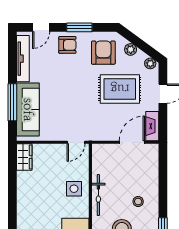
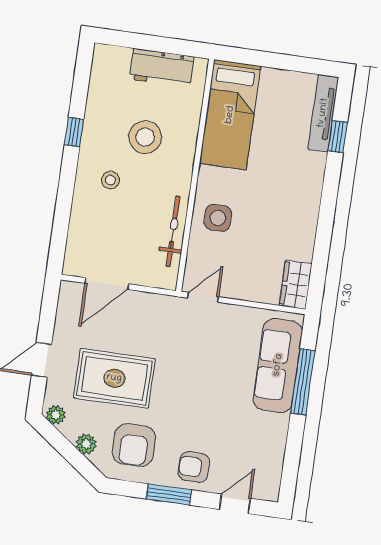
tv unit: (23, 59) -> (274, 455), removed
fireplace: (152, 126) -> (68, 307), removed
bicycle: (98, 195) -> (173, 231), moved

